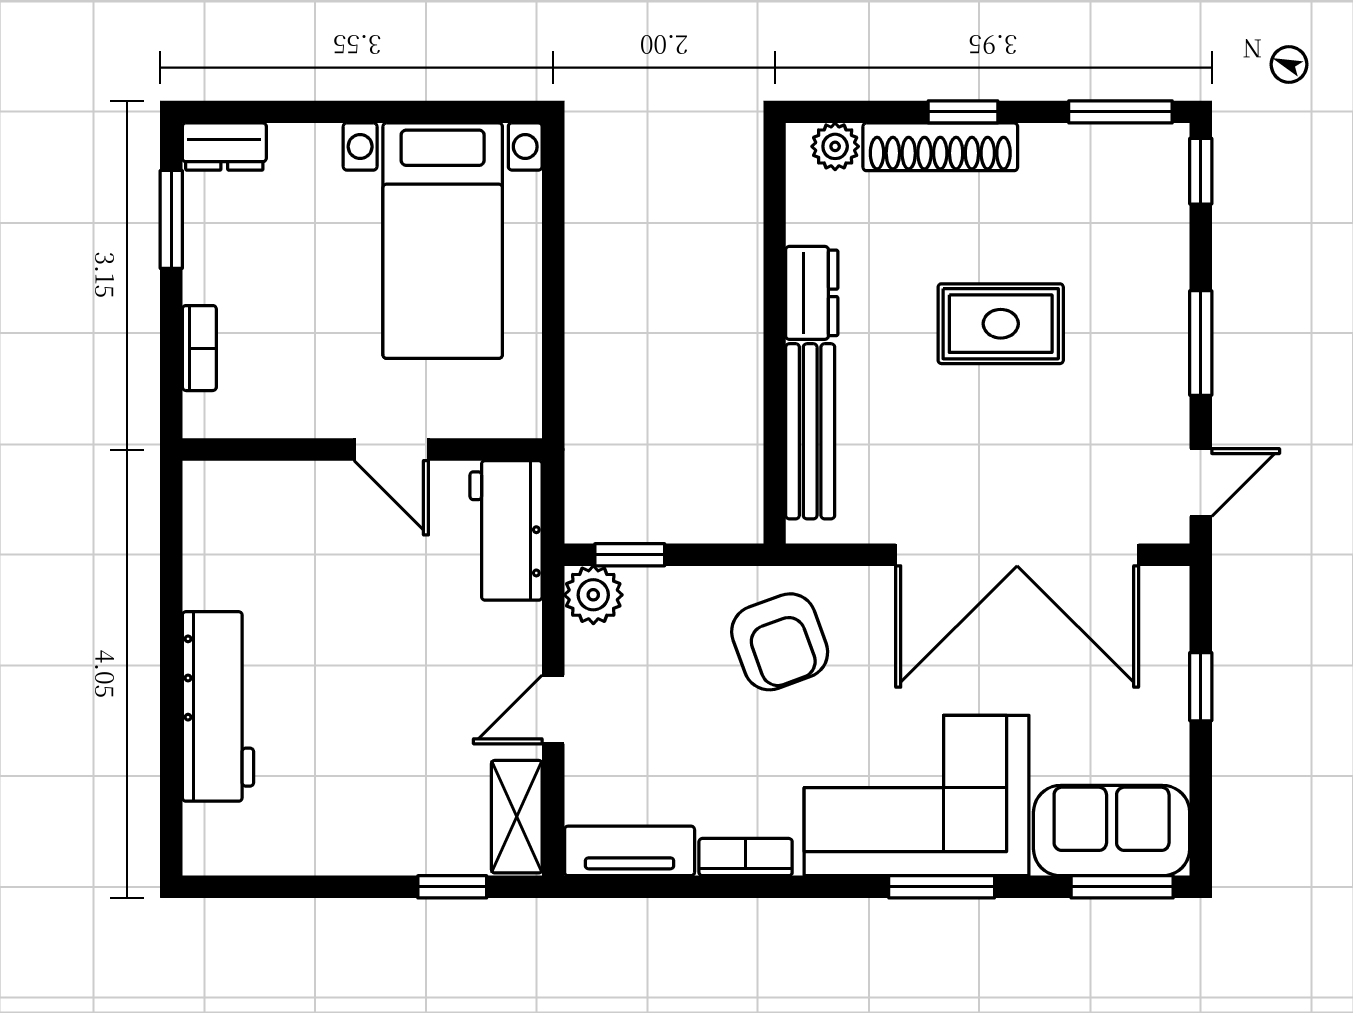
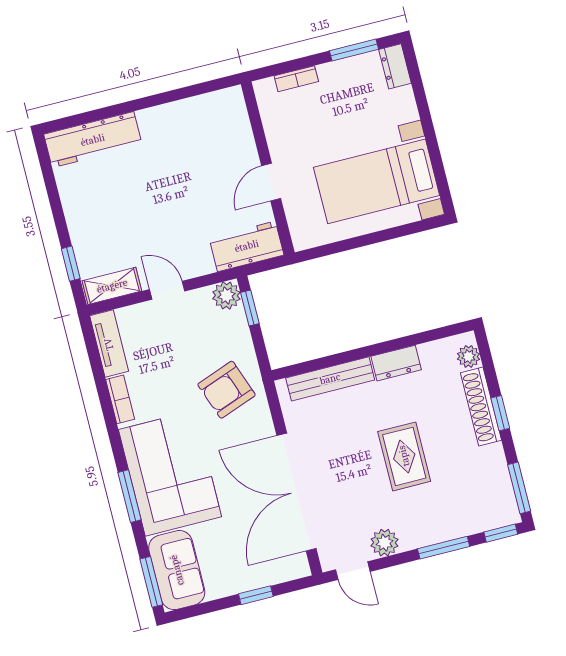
window: (1201, 343) -> (444, 548), moved
plant: (1161, 406) -> (384, 543), added
workbench: (218, 706) -> (93, 140), moved

